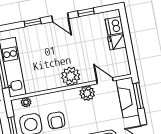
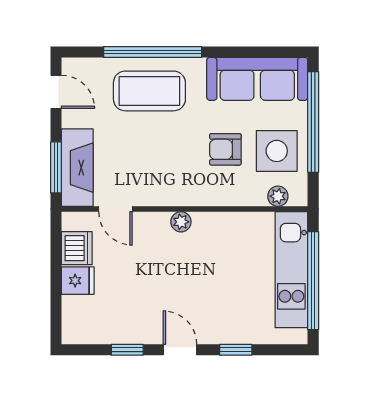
dishwasher: (114, 26) -> (77, 248), moved
plant: (71, 76) -> (181, 222), width x0.53, depth x0.53
plant: (87, 93) -> (155, 191), removed
armchair: (56, 120) -> (225, 149), turned -90

